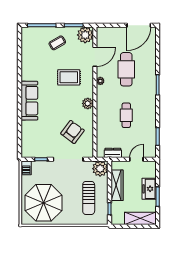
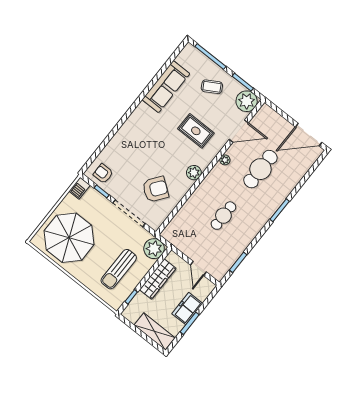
sofa: (29, 101) -> (166, 87), moved
armchair: (33, 148) -> (103, 174), added
dresser: (113, 153) -> (180, 243), removed
door: (136, 159) -> (198, 268), swing flipped

